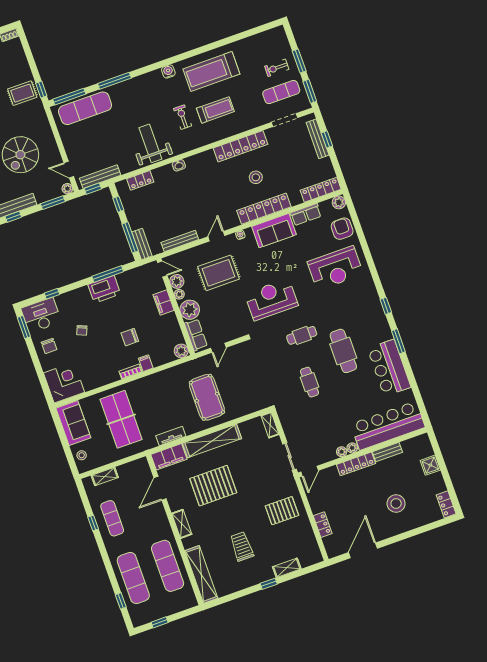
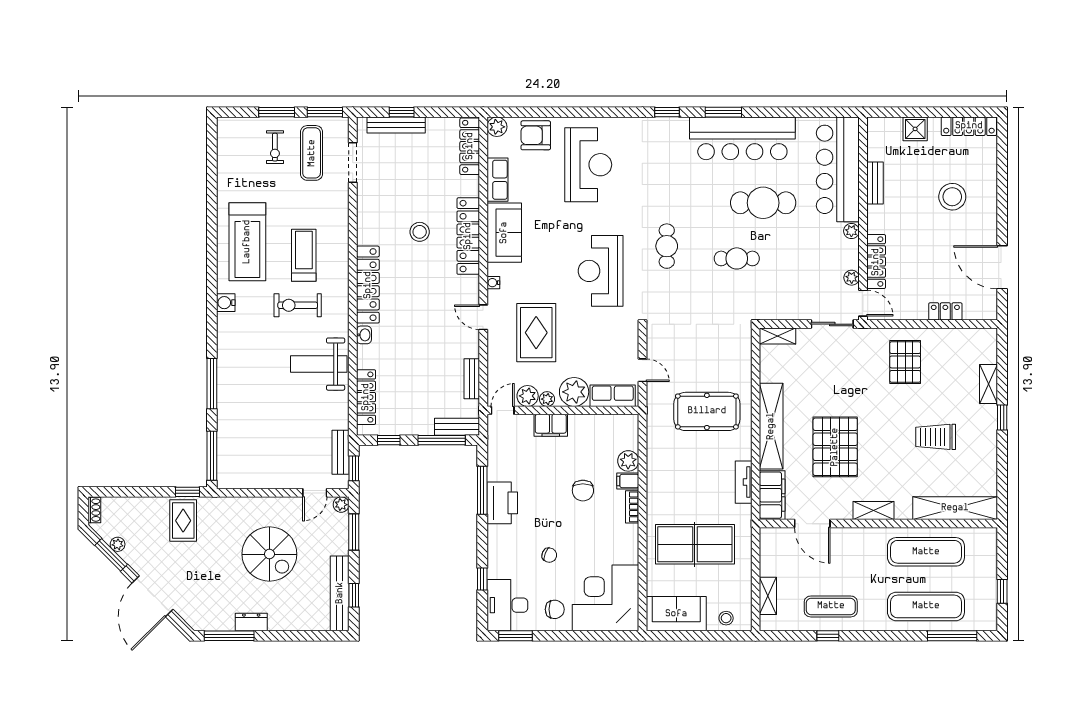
exercise mat: (85, 108) -> (236, 439), removed
exercise bike: (183, 117) -> (298, 305), width x1.38, depth x1.39
locker: (241, 146) -> (368, 285), moved
bench: (100, 177) -> (341, 452), width x0.73
locker: (140, 180) -> (366, 397), width x1.53
bench: (180, 241) -> (472, 379), width x0.73
plant: (181, 351) -> (628, 461), moved
cafe table: (343, 351) -> (763, 203), moved
bar counter: (389, 368) -> (742, 138), width x1.36
corner desk: (64, 383) -> (606, 598), width x1.36, depth x1.36
plant: (342, 452) -> (852, 278), moved
locker: (356, 464) -> (876, 262), moved
locker: (446, 504) -> (969, 126), width x1.53
window: (121, 601) -> (952, 636), width x2.17

